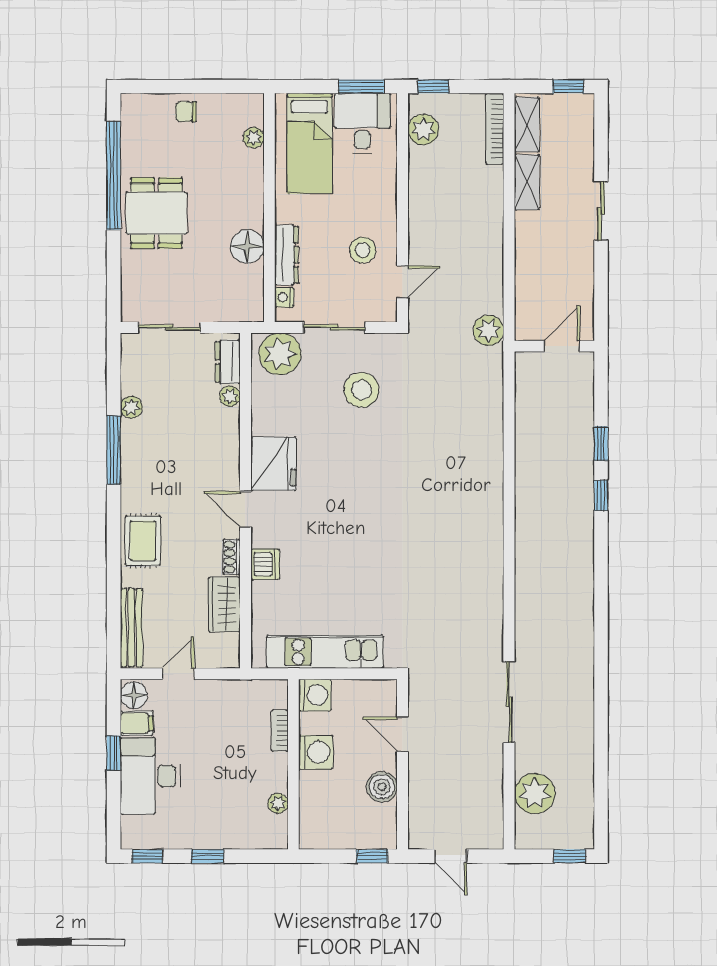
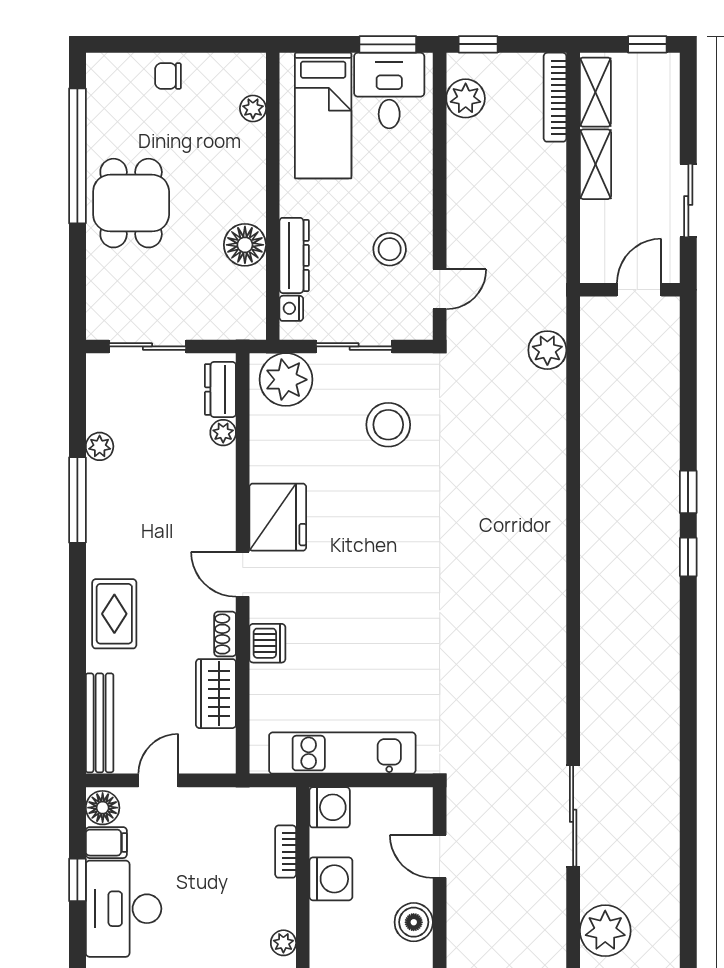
wall: (554, 346) -> (630, 290), moved
door: (562, 346) -> (639, 290), moved

